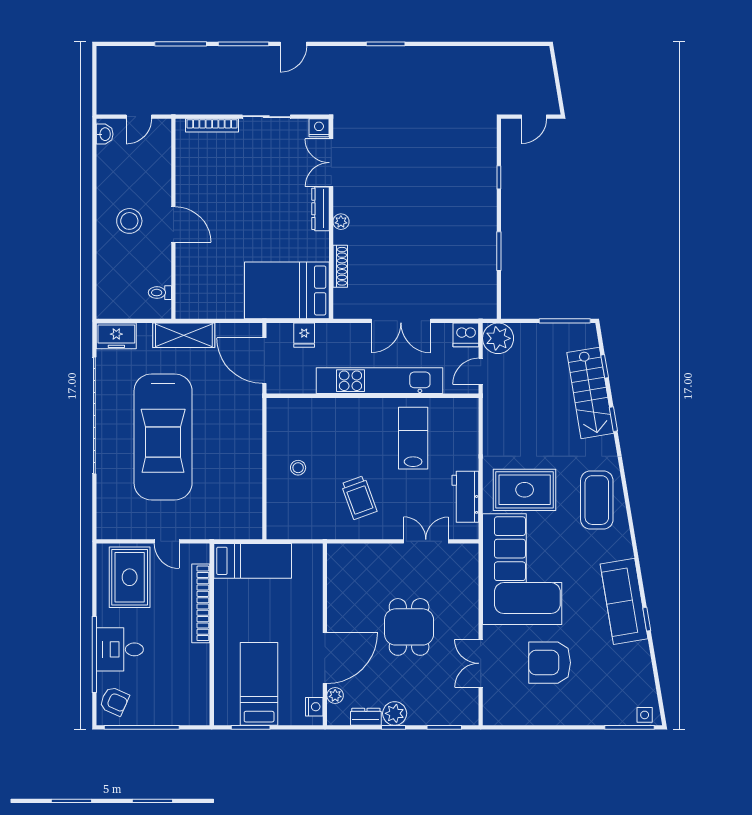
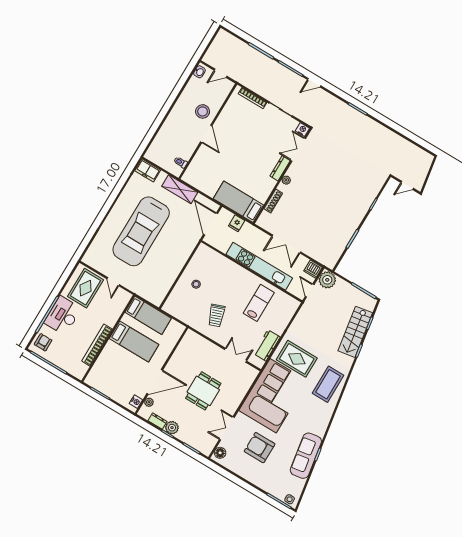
stool: (129, 221) -> (203, 111), moved
bed: (287, 290) -> (238, 202), width x0.67
door: (481, 371) -> (310, 290), hinge flipped
sofa: (624, 601) -> (306, 456), moved
bookcase: (201, 603) -> (97, 345), moved
desk: (120, 649) -> (63, 316), width x1.37
bed: (259, 684) -> (134, 342), moved, turned 90
armchair: (114, 701) -> (43, 342), turned -114
floor lamp: (493, 708) -> (220, 453), added

